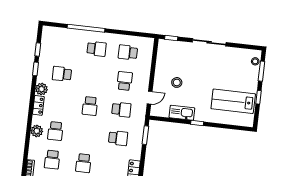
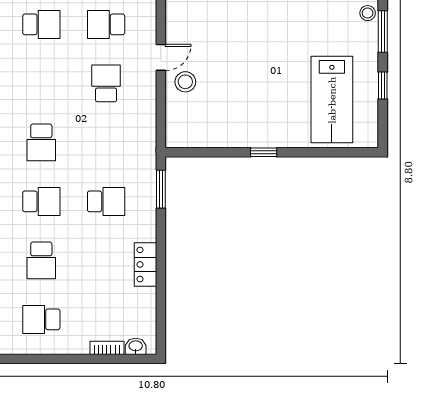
stool: (177, 82) -> (185, 82), moved
door: (150, 98) -> (161, 57), moved
lab bench: (233, 101) -> (332, 100), turned -90
school desk: (121, 110) -> (41, 201), moved
kitchen sink: (182, 113) -> (230, 135), removed

